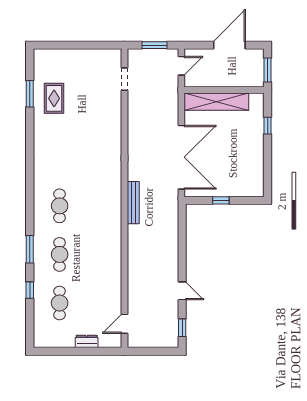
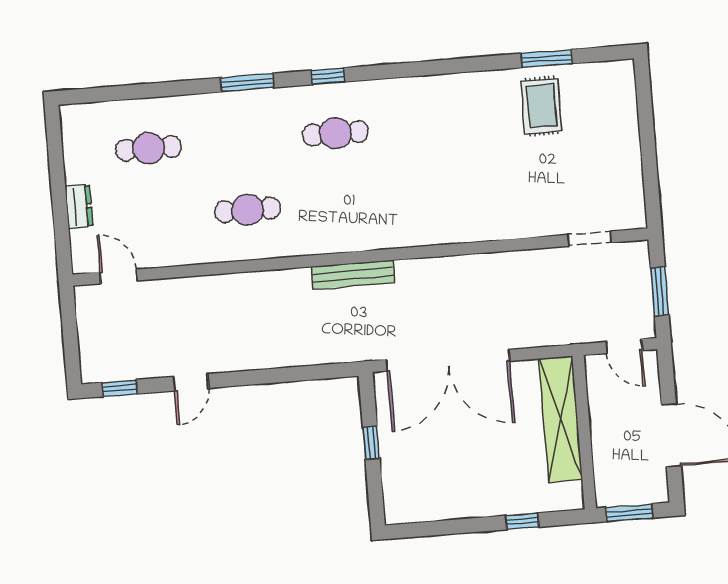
rug: (54, 98) -> (542, 106), turned 90
cafe table: (60, 254) -> (248, 210), moved
window: (30, 290) -> (328, 76), moved

